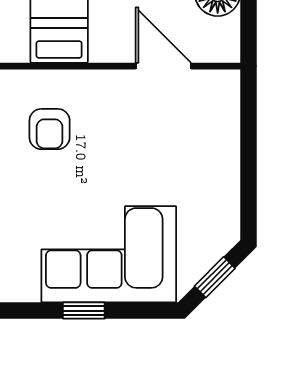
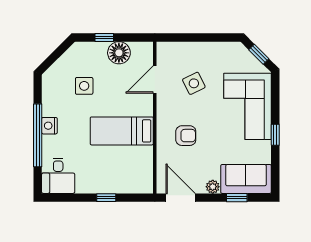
side table: (156, 145) -> (194, 83), added
window: (84, 311) -> (275, 135), moved

